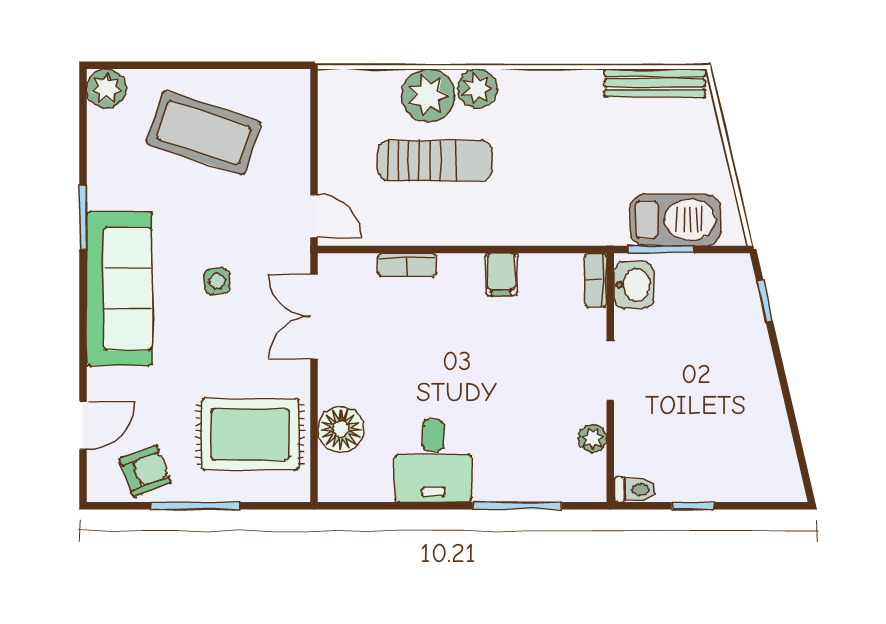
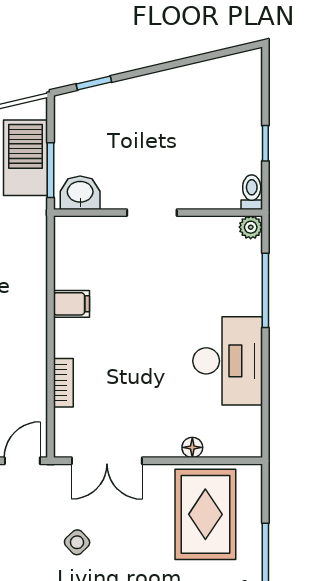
bookcase: (596, 280) -> (76, 225), removed
side table: (217, 281) -> (77, 542), turned -38
floor lamp: (341, 429) -> (192, 447), width x0.53, depth x0.53
plant: (593, 438) -> (251, 227), moved
desk: (433, 461) -> (228, 361), width x1.37

